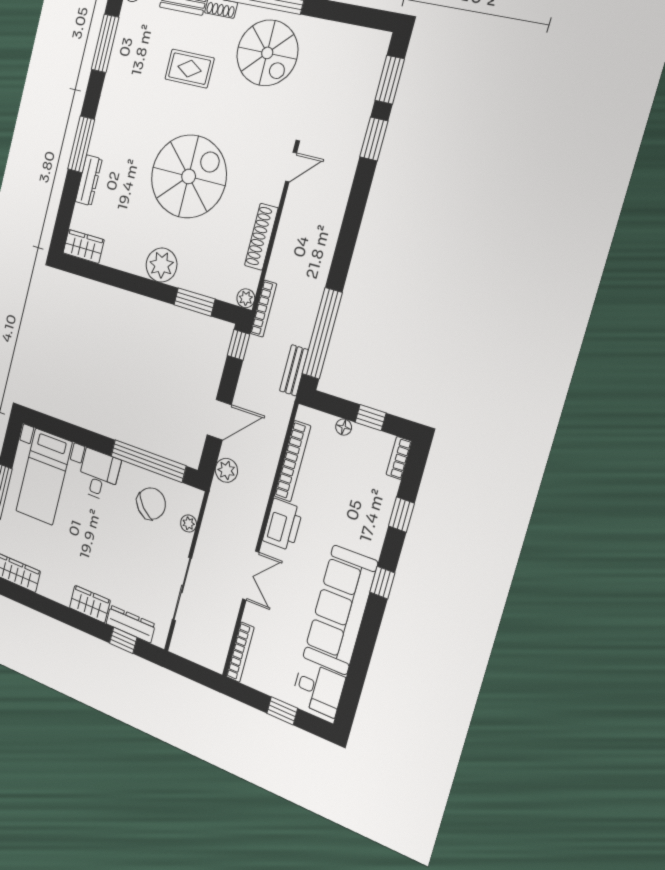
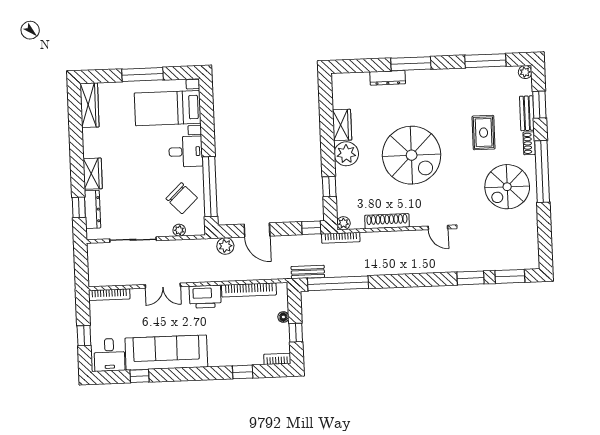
wardrobe: (84, 246) -> (342, 125), moved
window: (195, 302) -> (329, 187), width x0.67
window: (382, 583) -> (139, 376), moved

